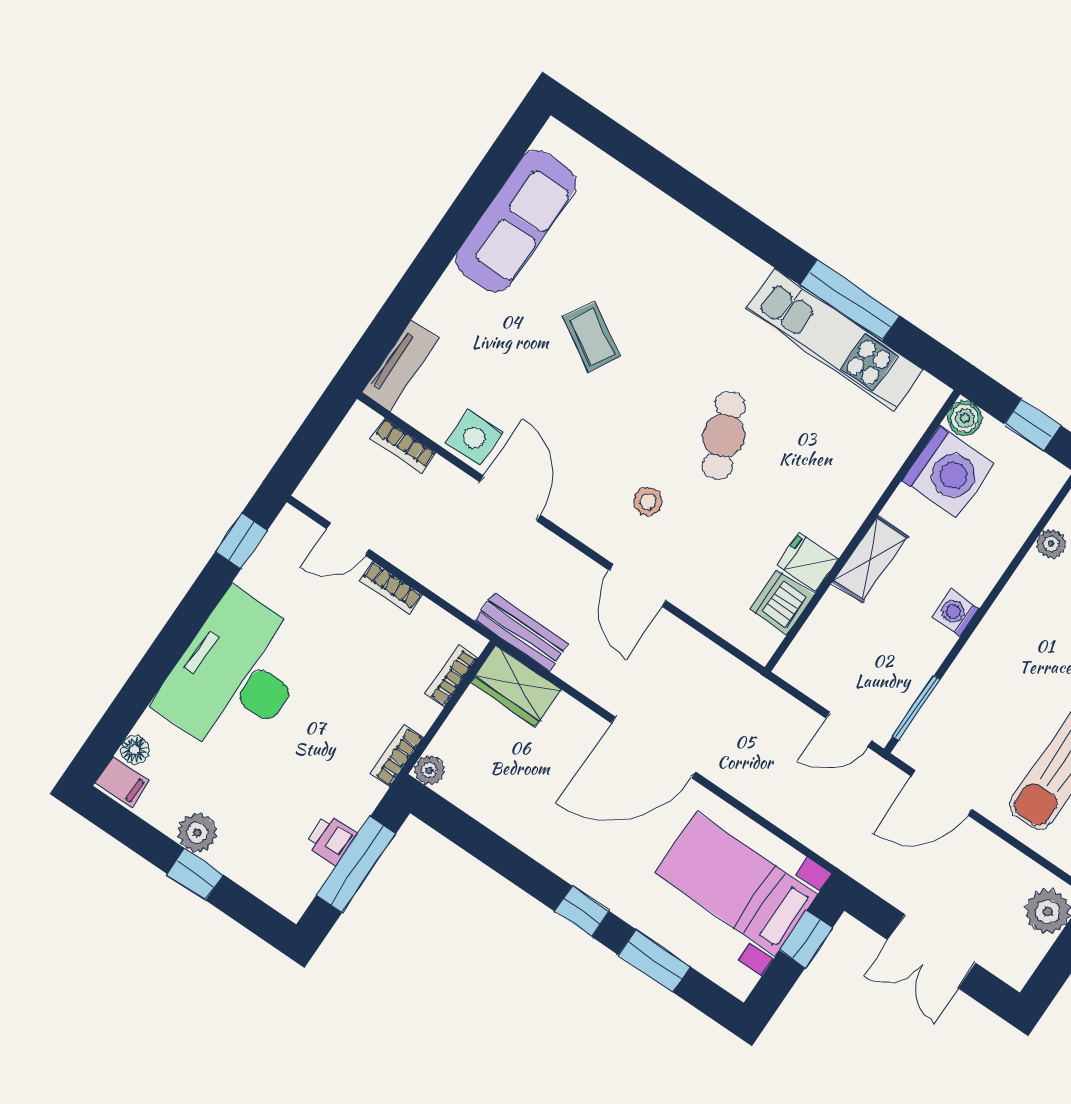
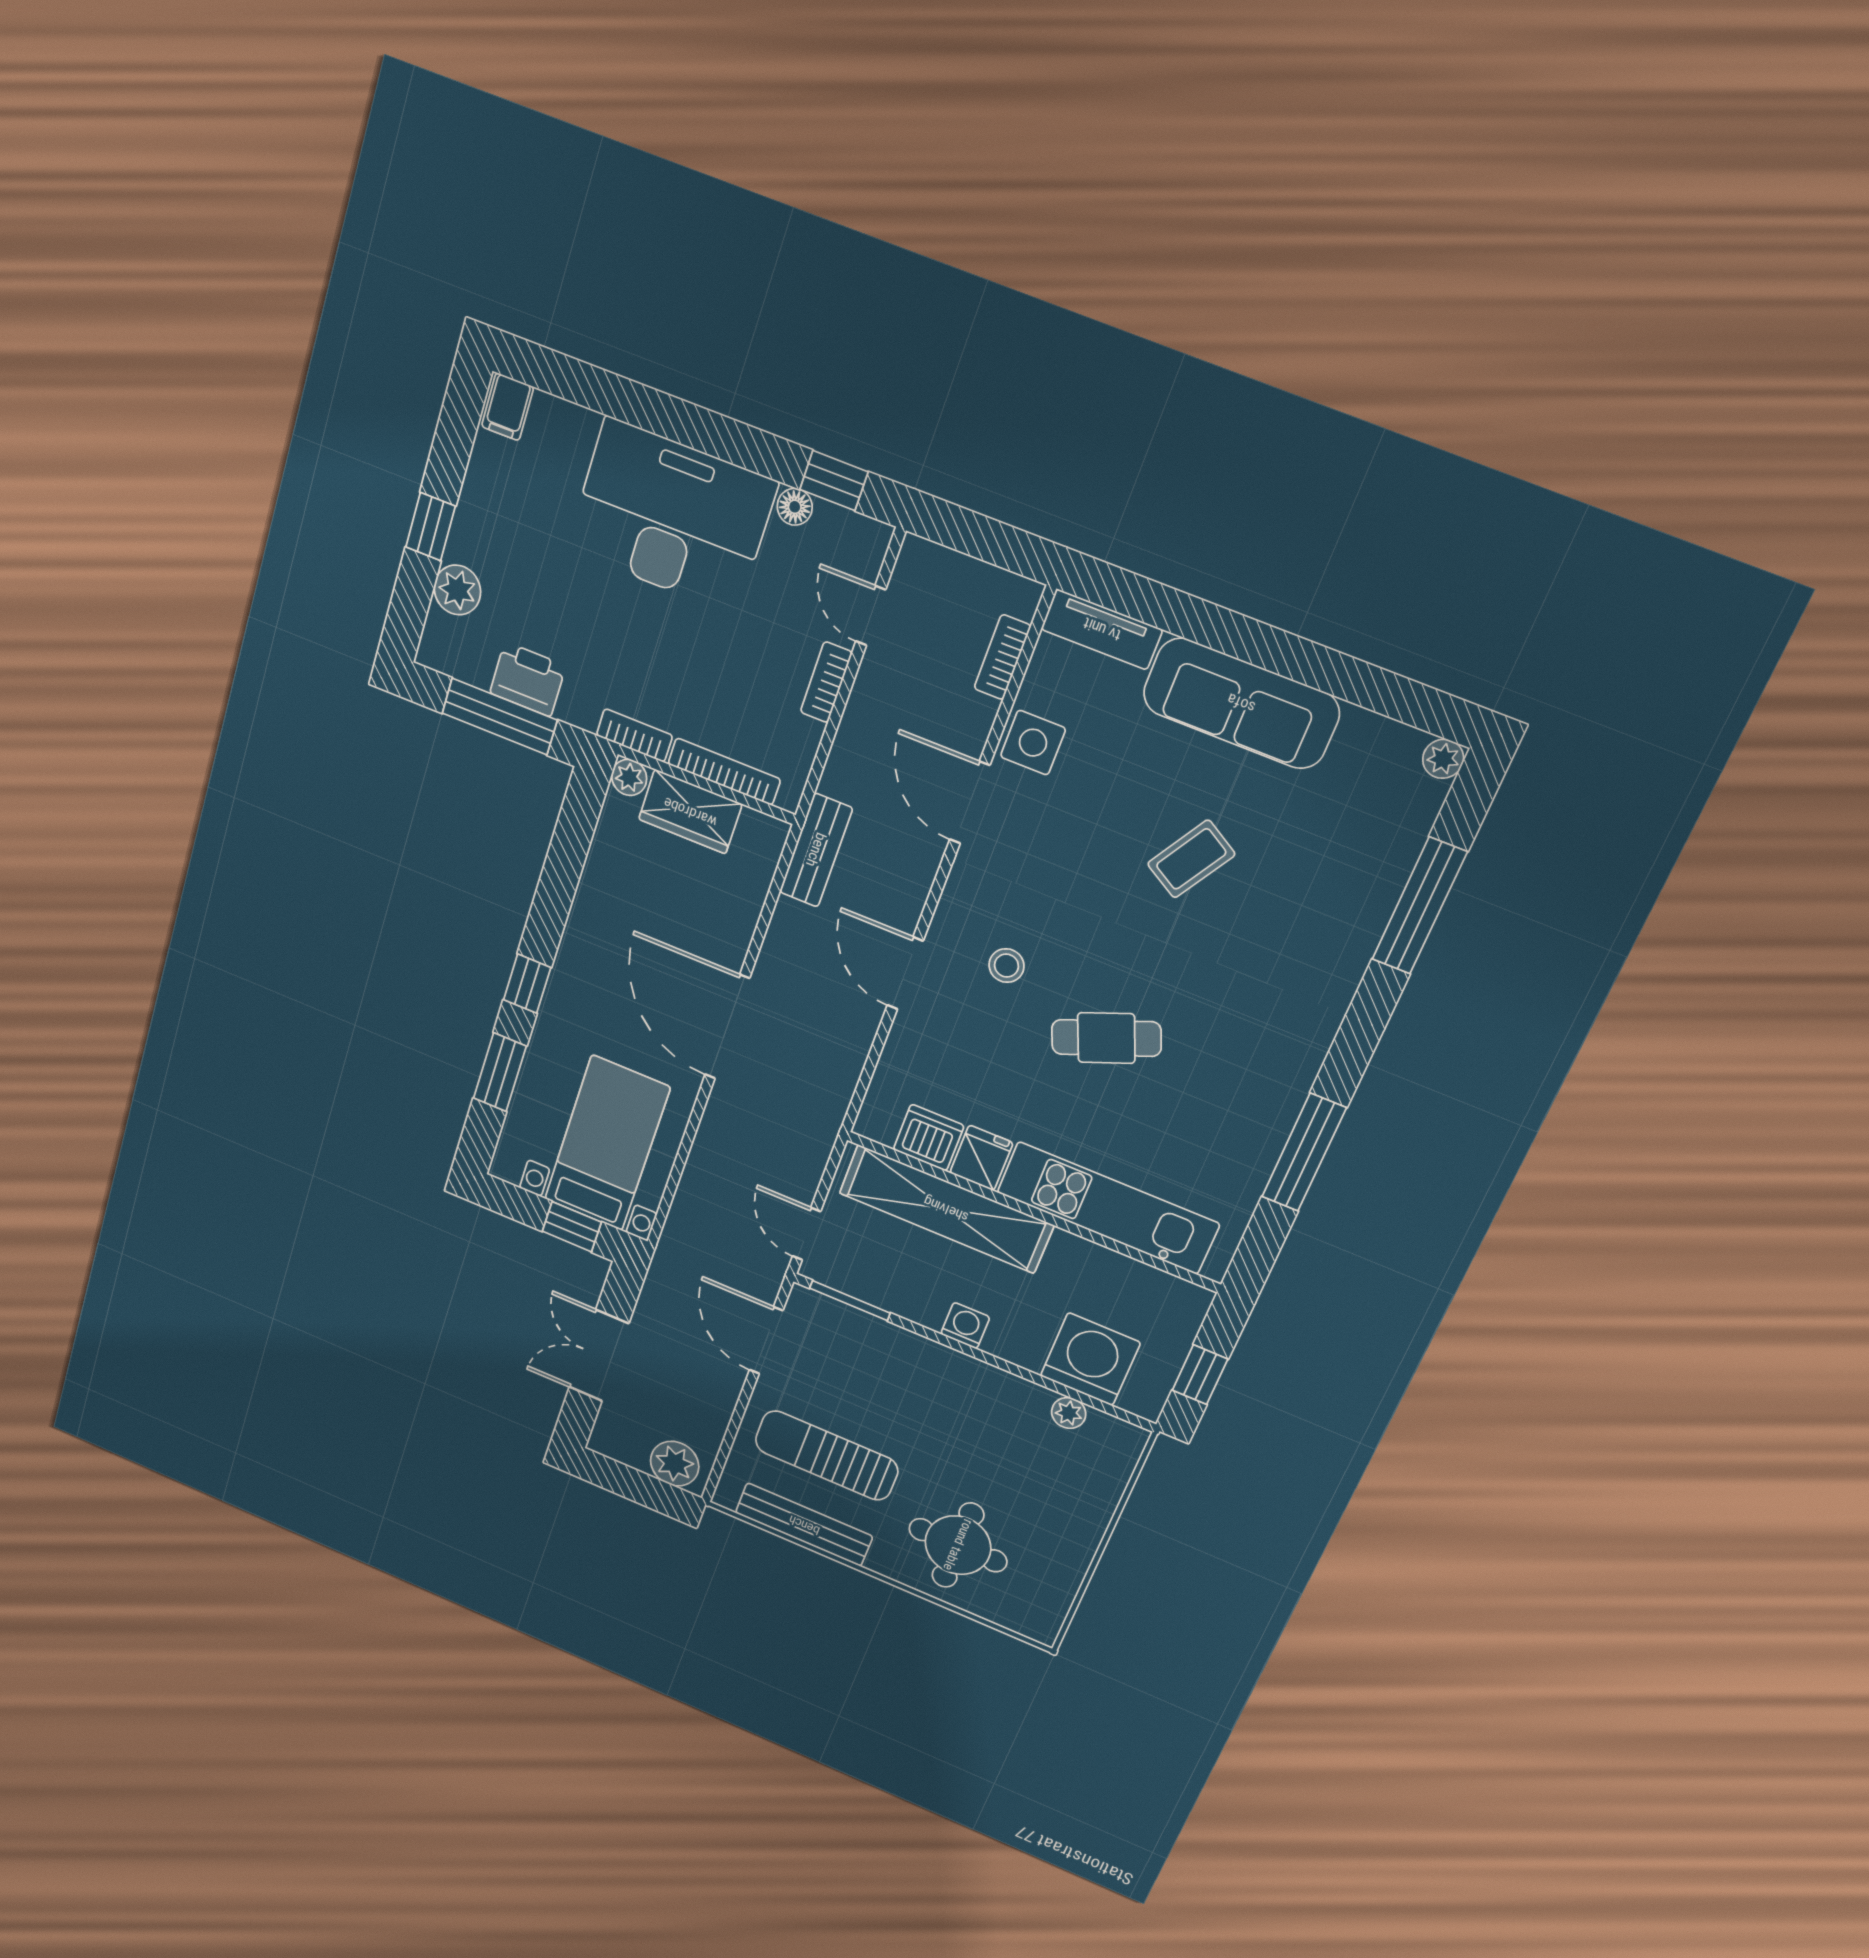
plant: (555, 136) -> (1443, 759), added
window: (665, 174) -> (1419, 906), added
sofa: (516, 221) -> (1241, 703), moved
kitchen unit: (834, 339) -> (1108, 1208), moved, turned 90
boiler: (965, 418) -> (1191, 1302), removed
washing machine: (948, 472) -> (1090, 1359), moved, turned 180
door: (510, 498) -> (970, 803), swing flipped
shelving: (870, 559) -> (946, 1209), width x2.20, depth x1.33
door: (638, 585) -> (905, 973), hinge flipped
bookcase: (451, 676) -> (724, 772), width x1.56
wardrobe: (516, 686) -> (690, 812), moved, turned -90
floor lamp: (135, 750) -> (795, 507), moved
plant: (197, 833) -> (457, 590), moved
printer: (332, 840) -> (528, 679), width x1.36, depth x1.24

